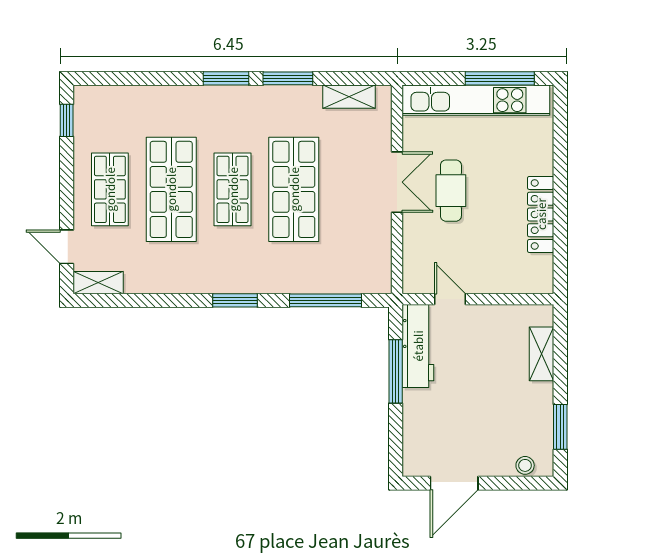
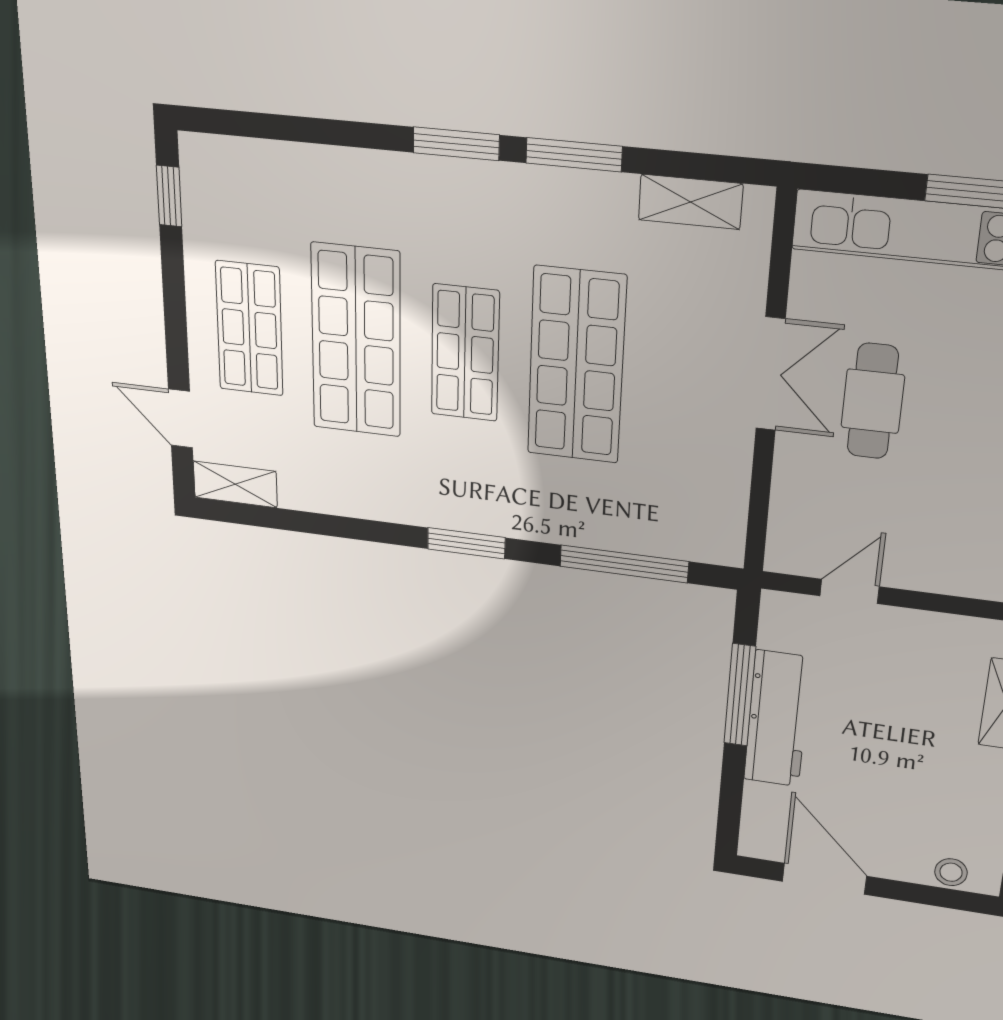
door: (450, 299) -> (849, 591), hinge flipped
workbench: (418, 346) -> (777, 719), moved
door: (454, 483) -> (824, 879), swing flipped

